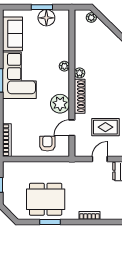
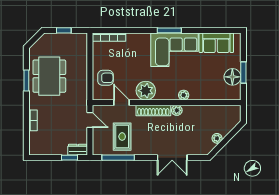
plant: (91, 17) -> (217, 138), moved
door: (100, 159) -> (90, 120), moved

